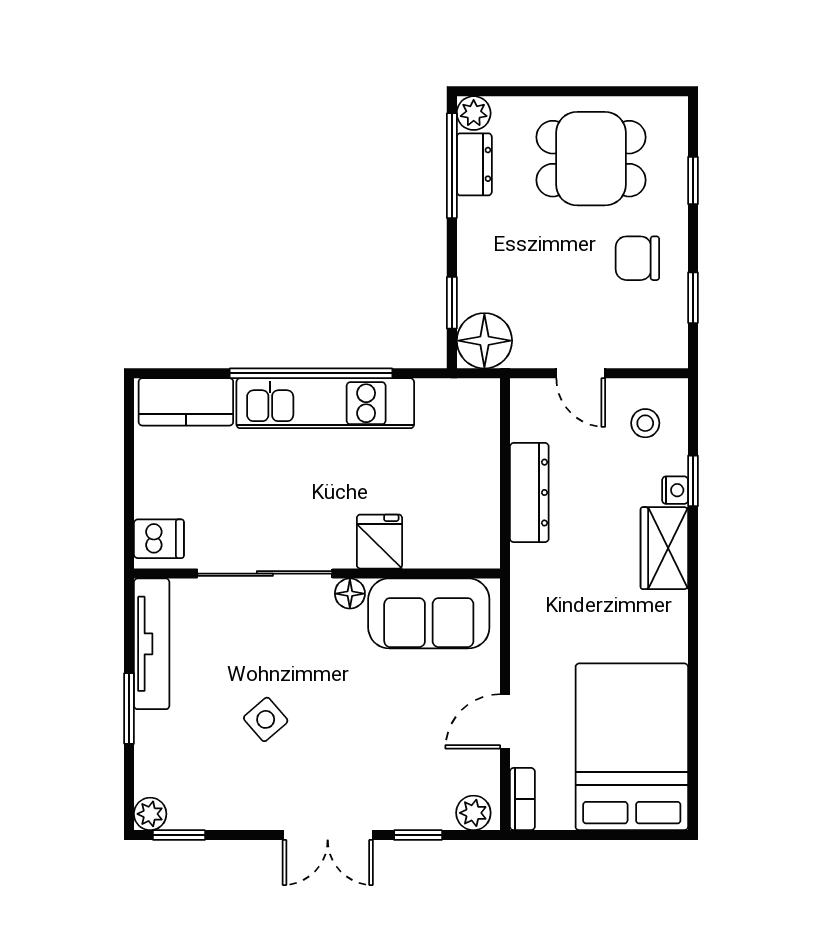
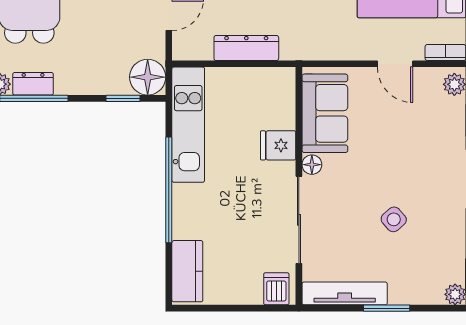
kitchen unit: (325, 403) -> (188, 125), moved

